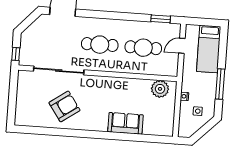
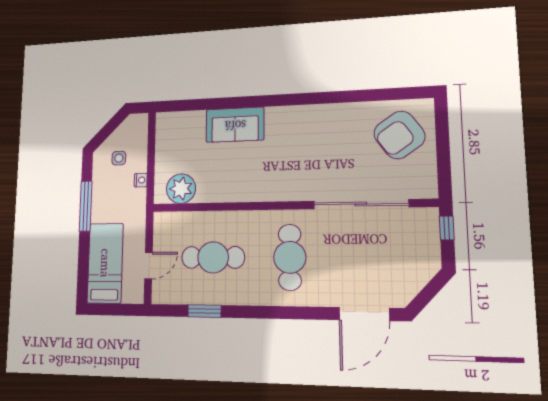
window: (161, 19) -> (204, 311), moved
cafe table: (100, 45) -> (290, 257), turned 90
armchair: (65, 106) -> (399, 135), moved

